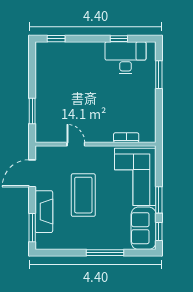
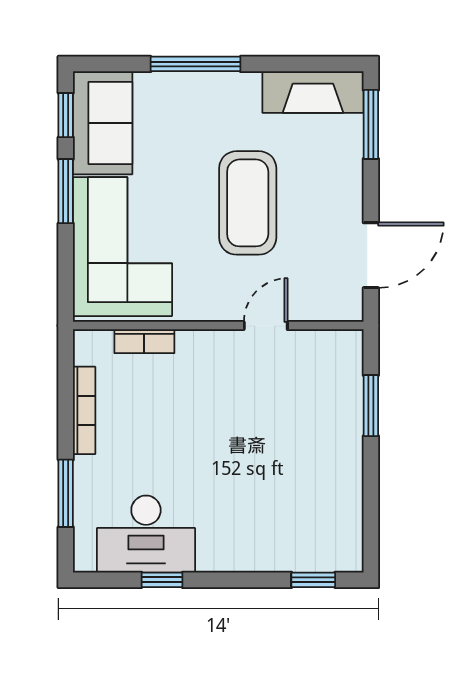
bookcase: (151, 109) -> (84, 410), added
door: (76, 144) -> (266, 326), swing flipped
fireplace: (44, 212) -> (313, 92), moved, turned -90

